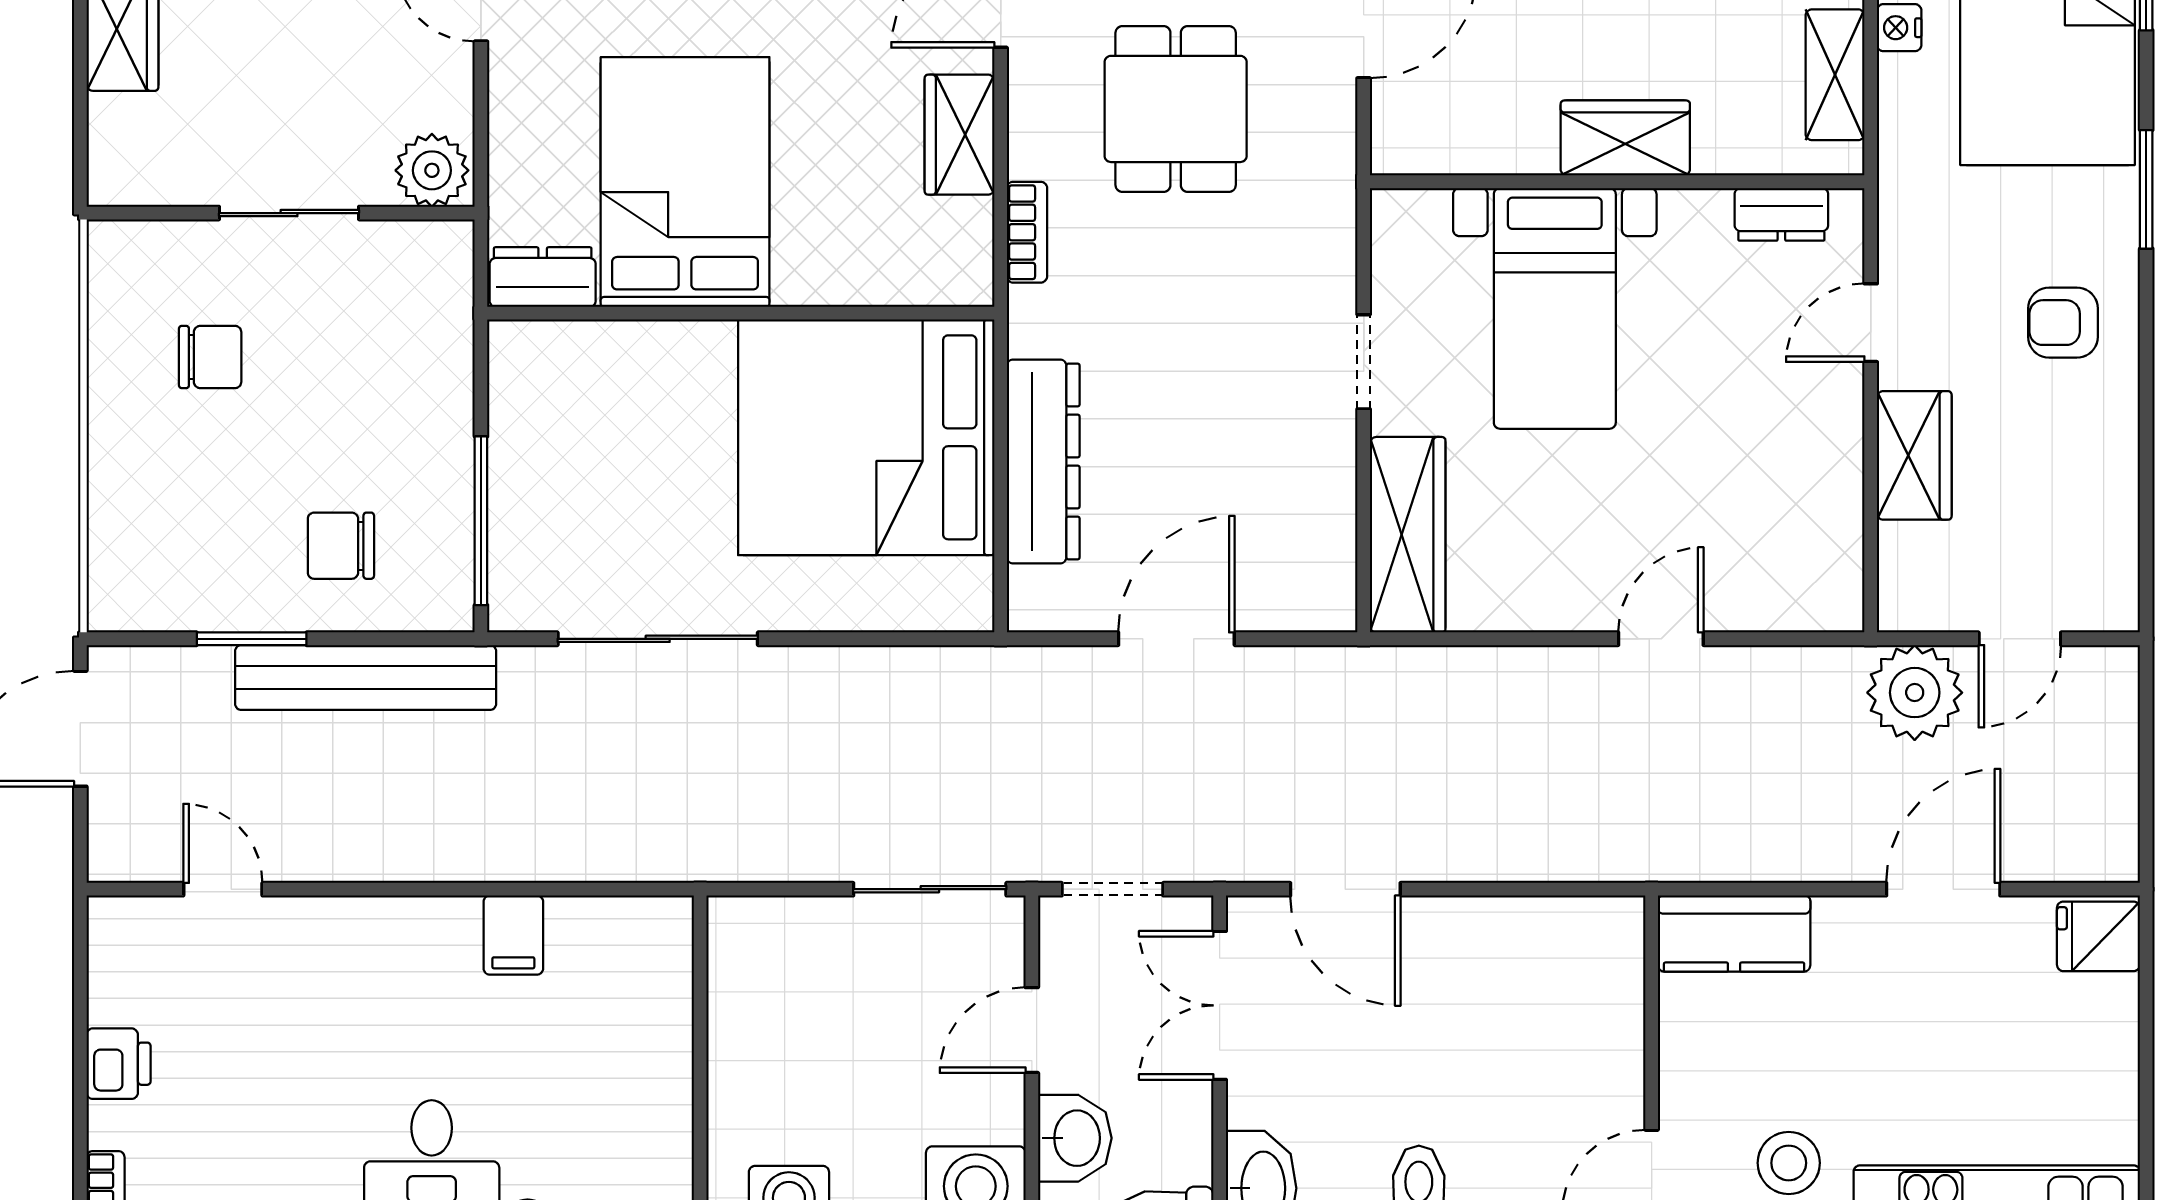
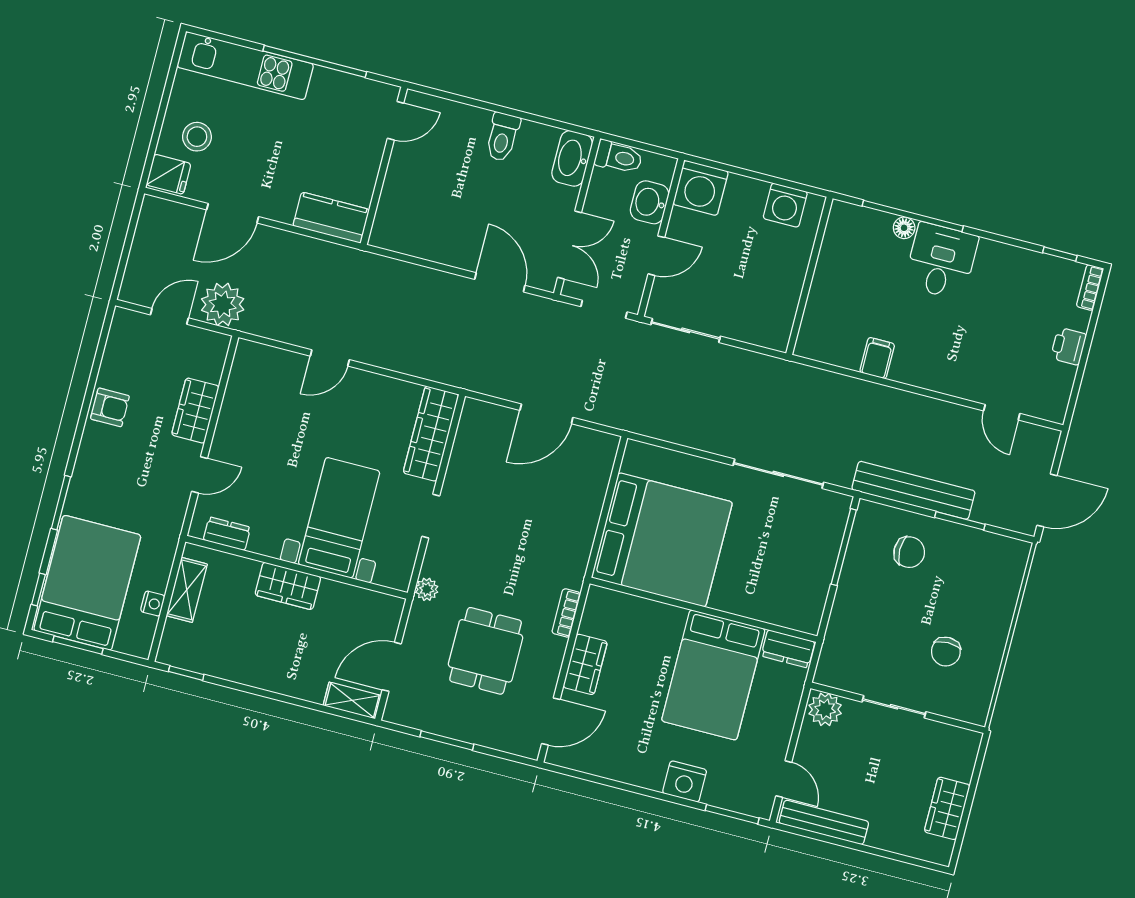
plant: (1332, 206) -> (427, 589), added
armchair: (2063, 323) -> (110, 407), moved
chair: (210, 357) -> (946, 652), turned -90
dresser: (1043, 461) -> (586, 509), removed
stool: (1789, 1163) -> (197, 137), moved

